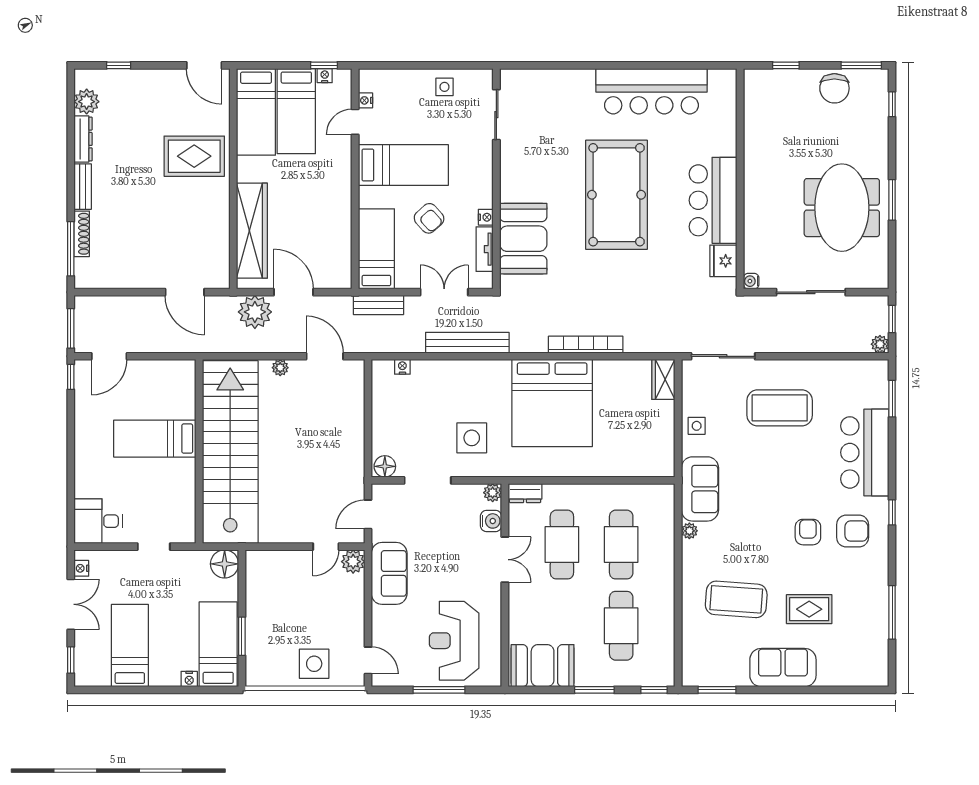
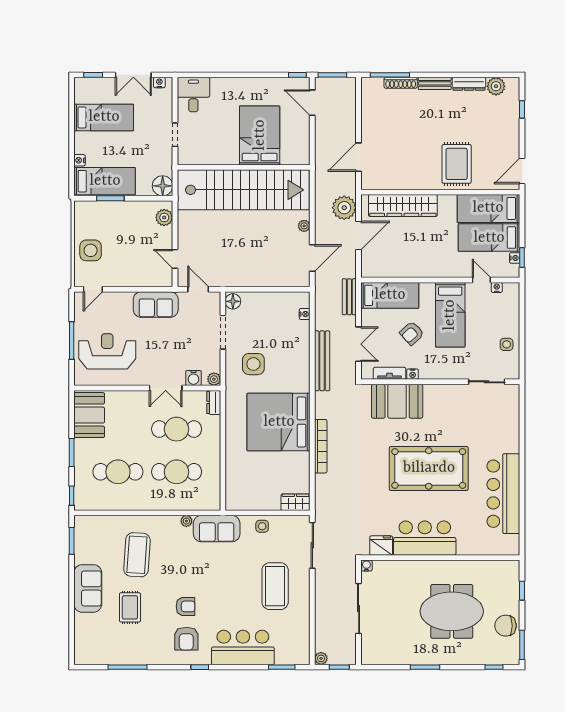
meeting table: (842, 208) -> (452, 611), moved
bed: (155, 439) -> (260, 135), width x1.50
plant: (353, 562) -> (164, 217), moved

